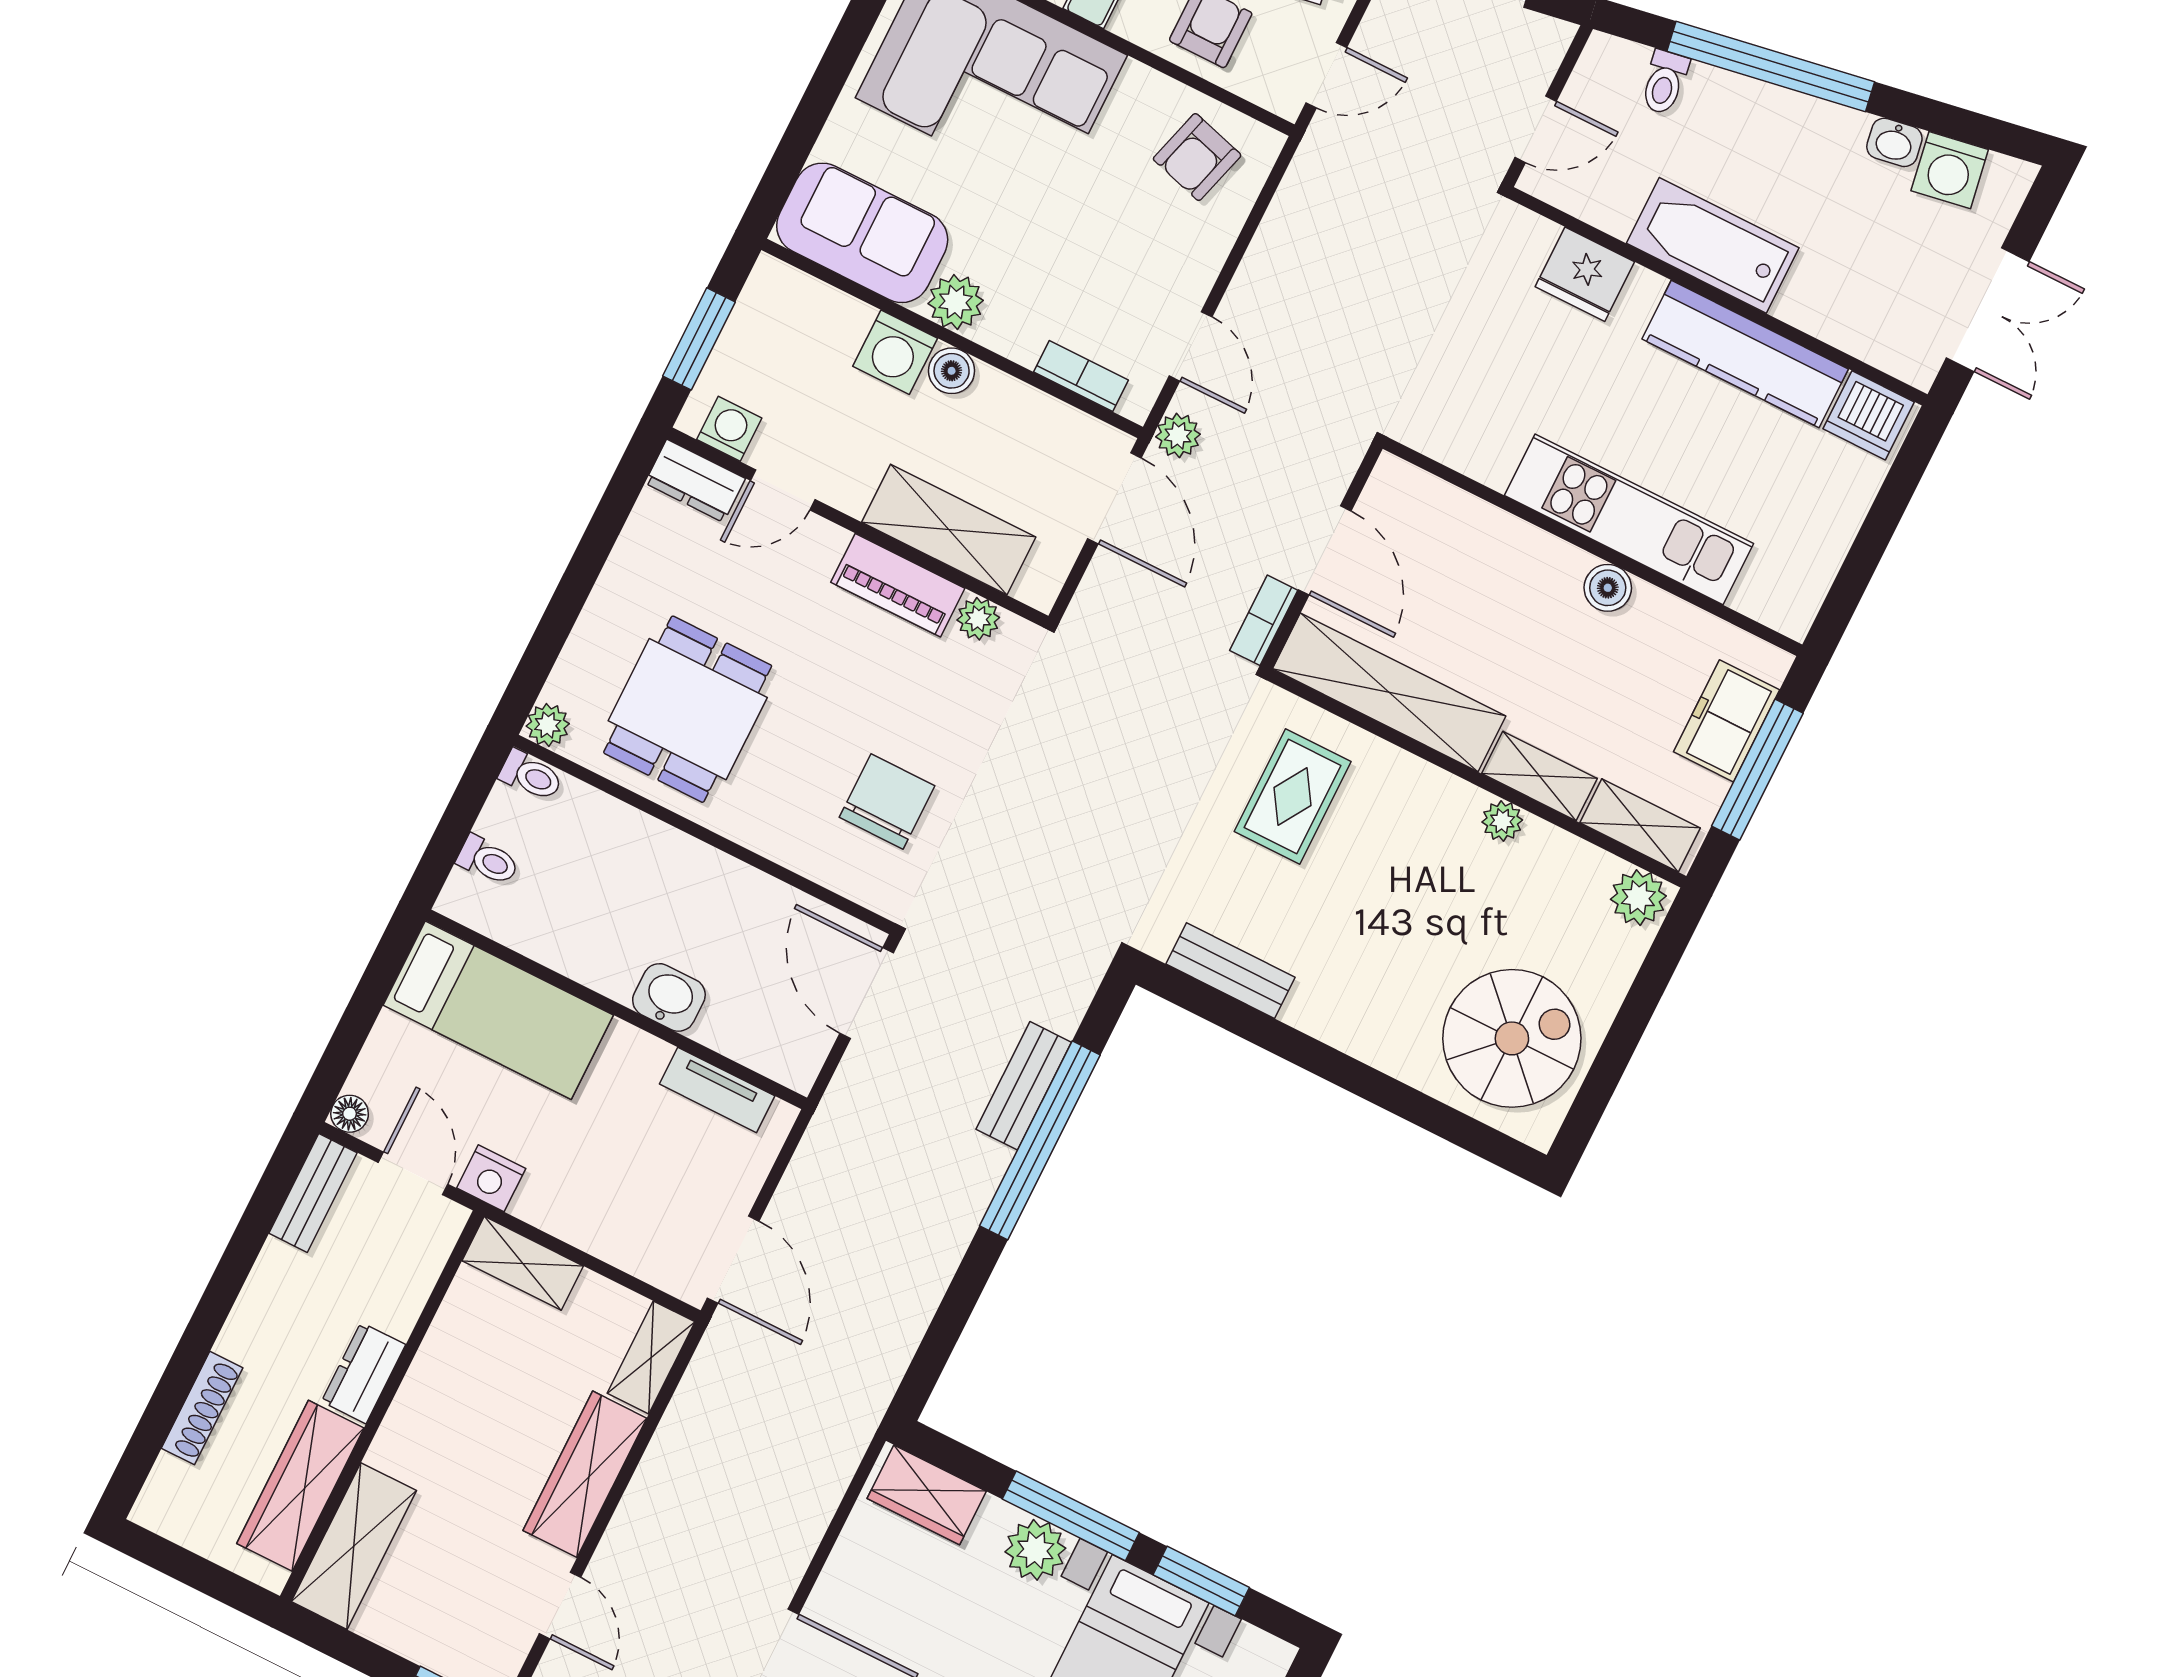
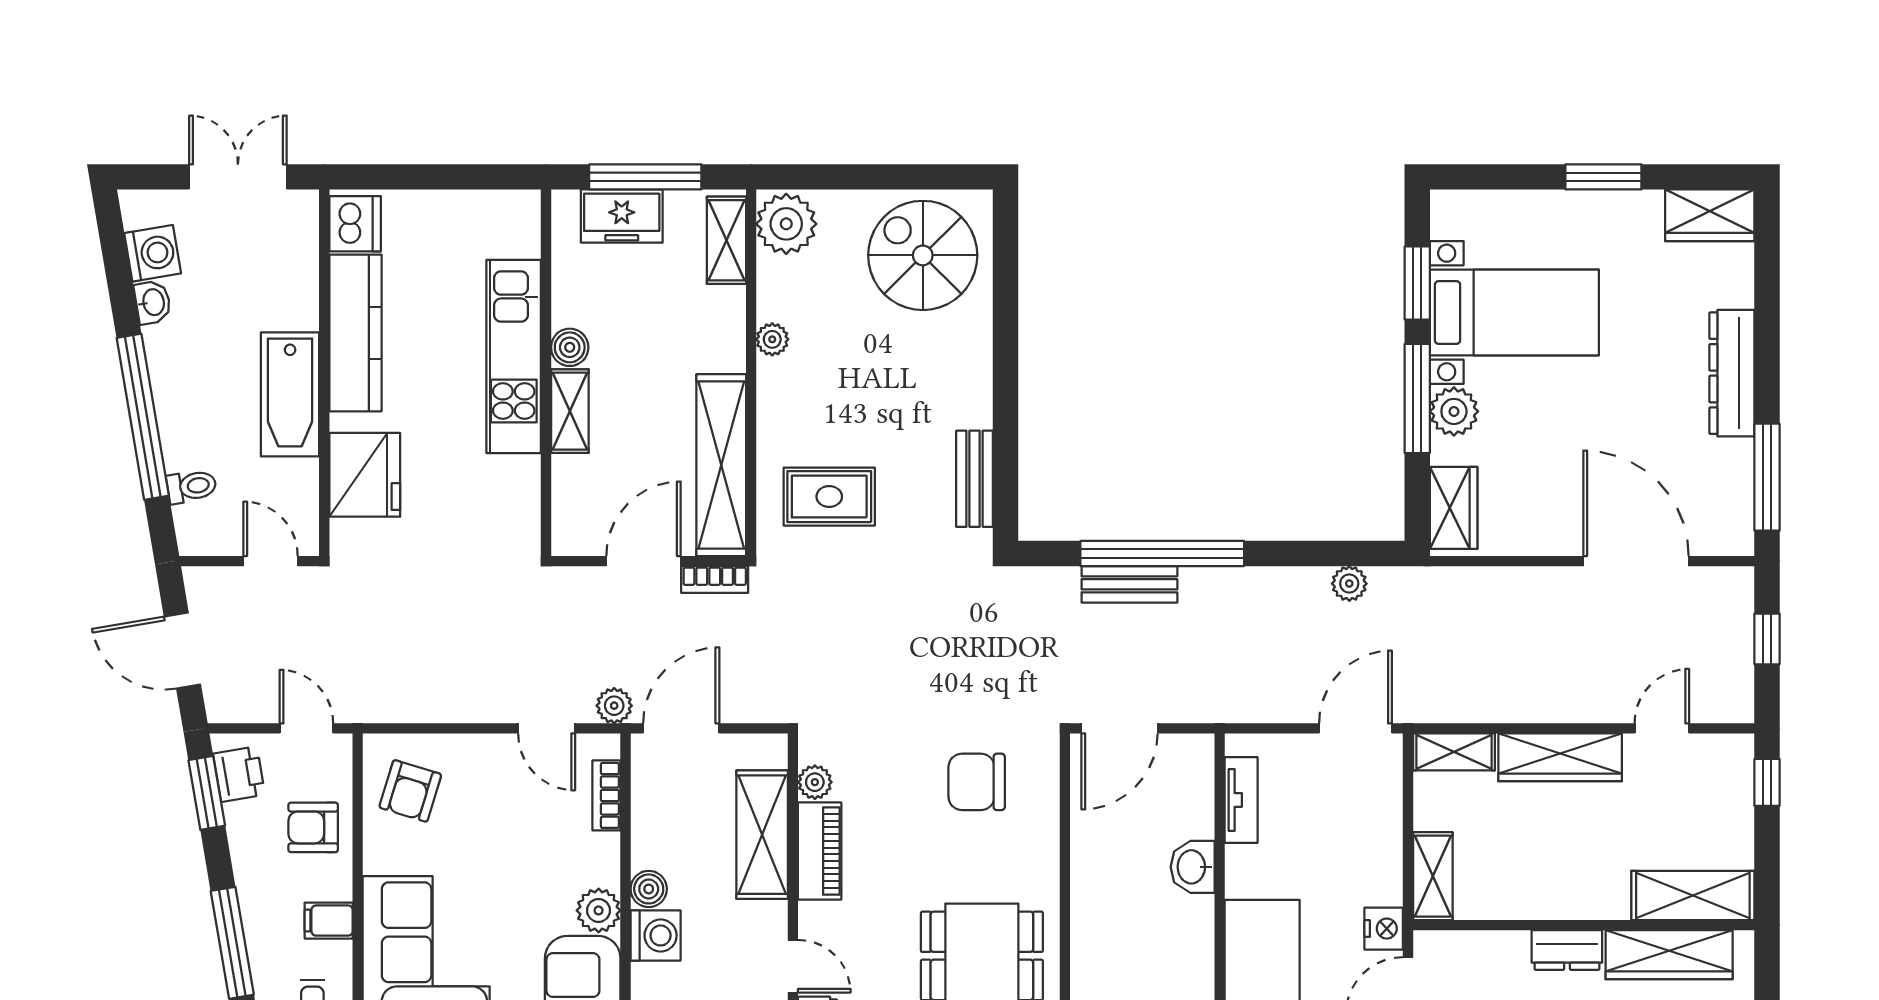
armchair: (1197, 157) -> (410, 791), turned 91
fridge: (1585, 274) -> (365, 475), width x1.36, depth x1.34
door: (1191, 346) -> (547, 728), swing flipped
shelving: (1539, 776) -> (570, 411), moved
plant: (1638, 898) -> (786, 224), width x1.36, depth x1.36
plant: (900, 1334) -> (1349, 584), added

